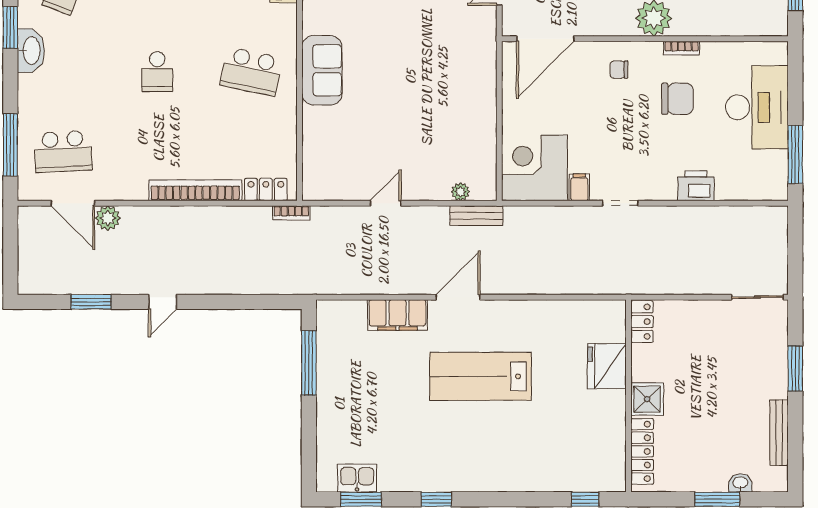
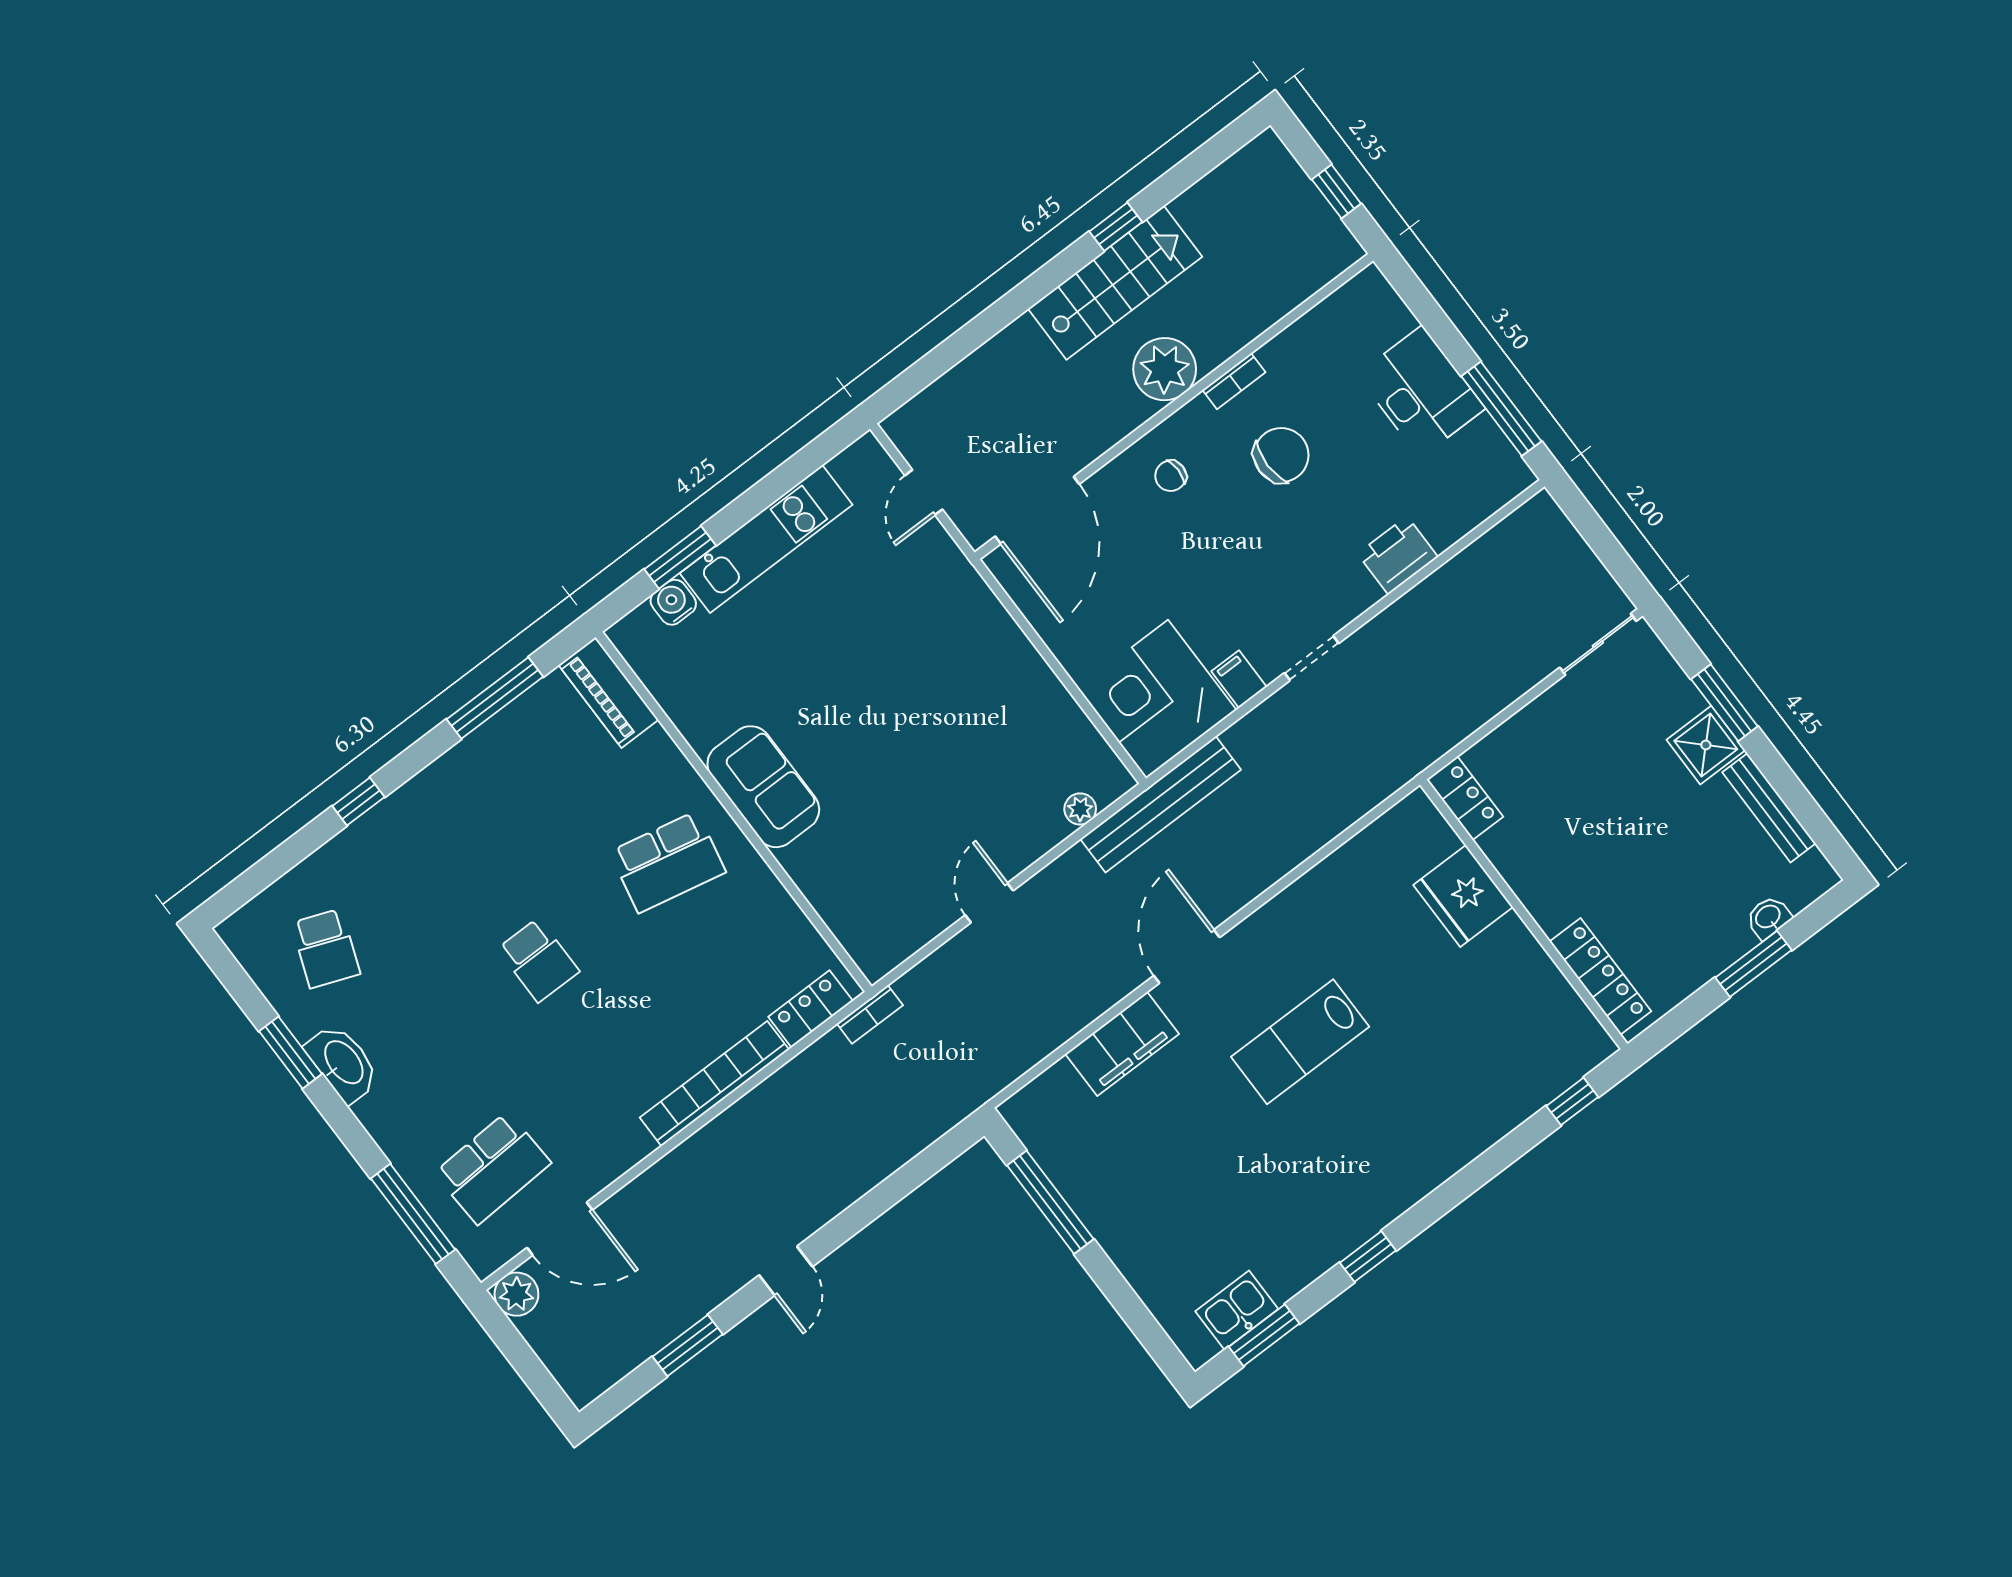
desk: (757, 107) -> (1421, 392), width x0.73, depth x0.77
bench: (476, 216) -> (1161, 804), width x1.86, depth x1.21
plant: (108, 218) -> (516, 1294), moved
lab bench: (480, 376) -> (1300, 1042), width x0.73, depth x0.72
shower: (647, 399) -> (1706, 745), moved

